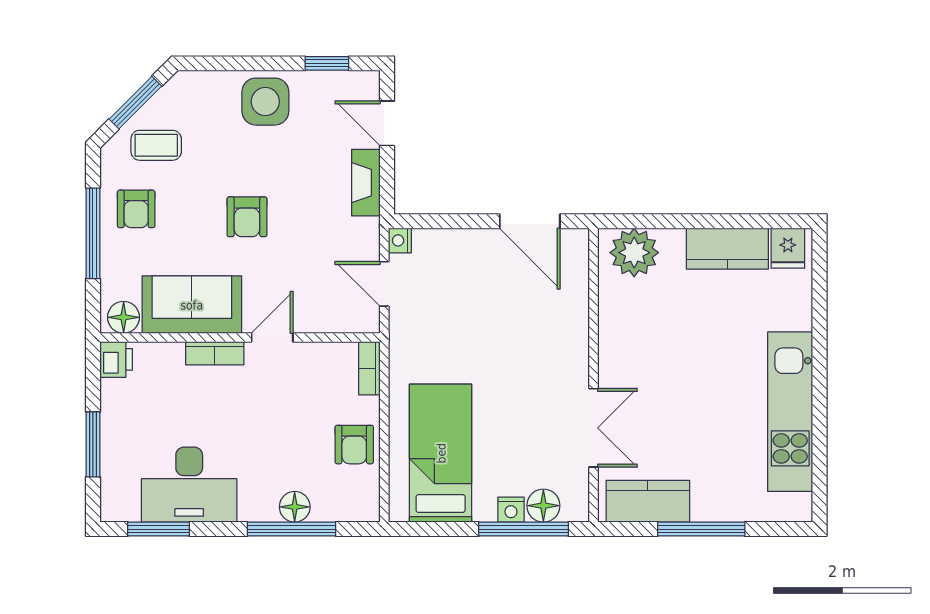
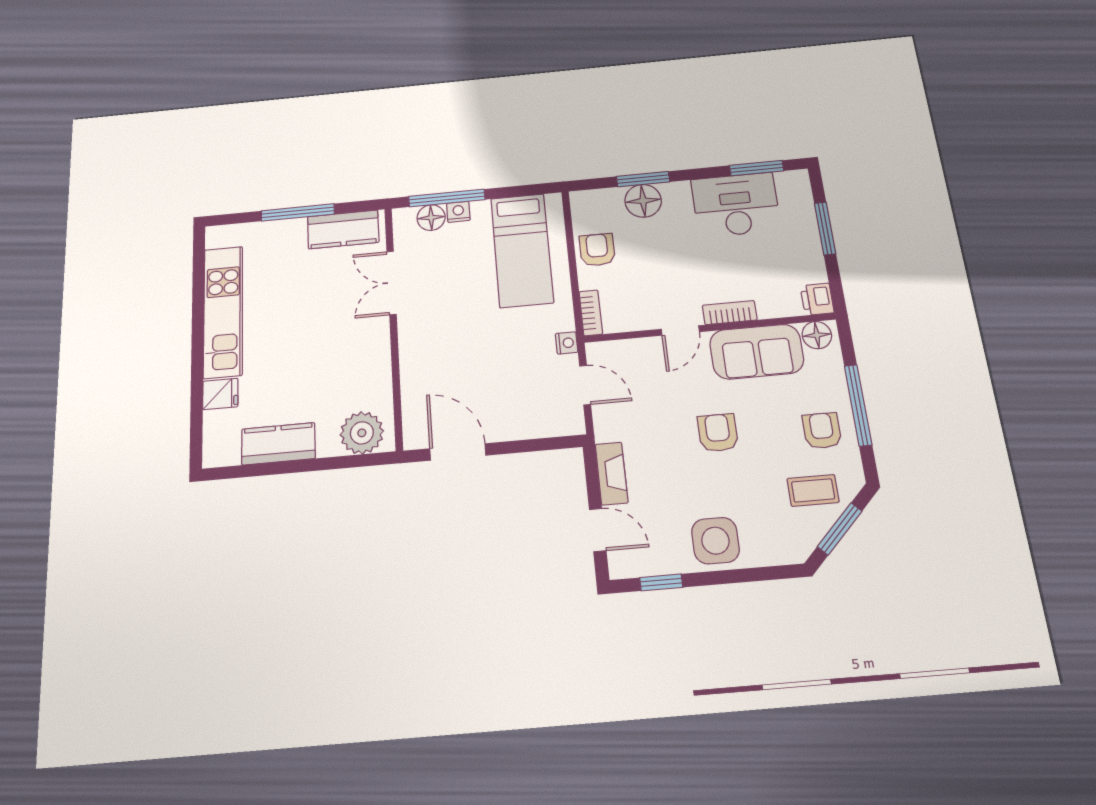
nightstand: (400, 240) -> (567, 343), moved
fridge: (788, 248) -> (220, 394), moved, turned 90
floor lamp: (295, 507) -> (643, 201), width x1.38, depth x1.38
window: (292, 529) -> (643, 179), width x0.69

